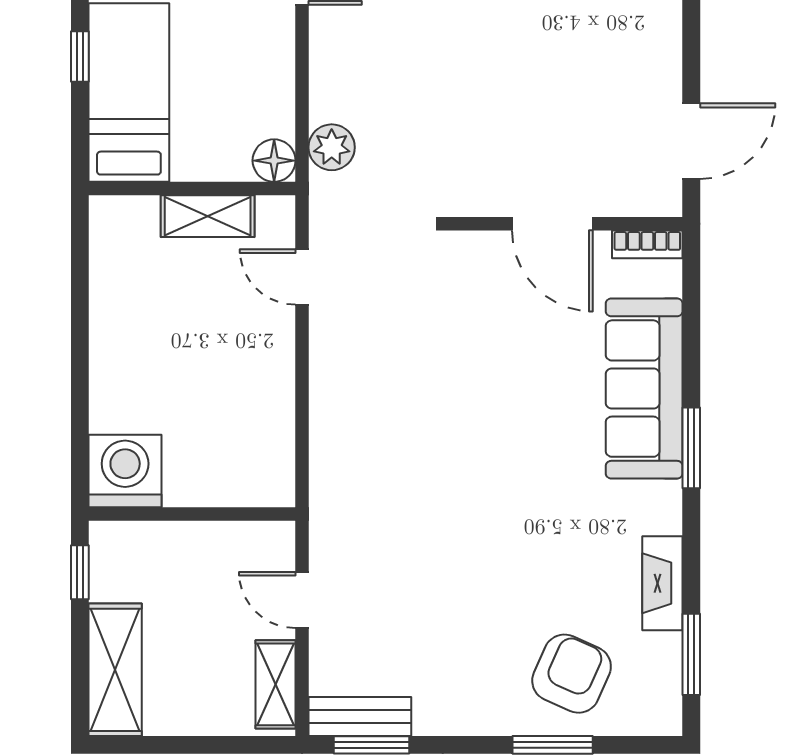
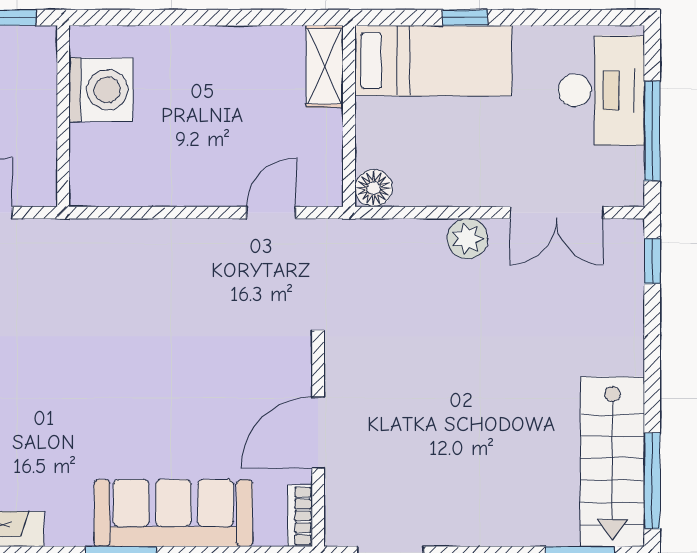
plant: (332, 147) -> (467, 239), moved
shelving: (208, 216) -> (325, 66), moved
washing machine: (125, 471) -> (101, 90), moved

